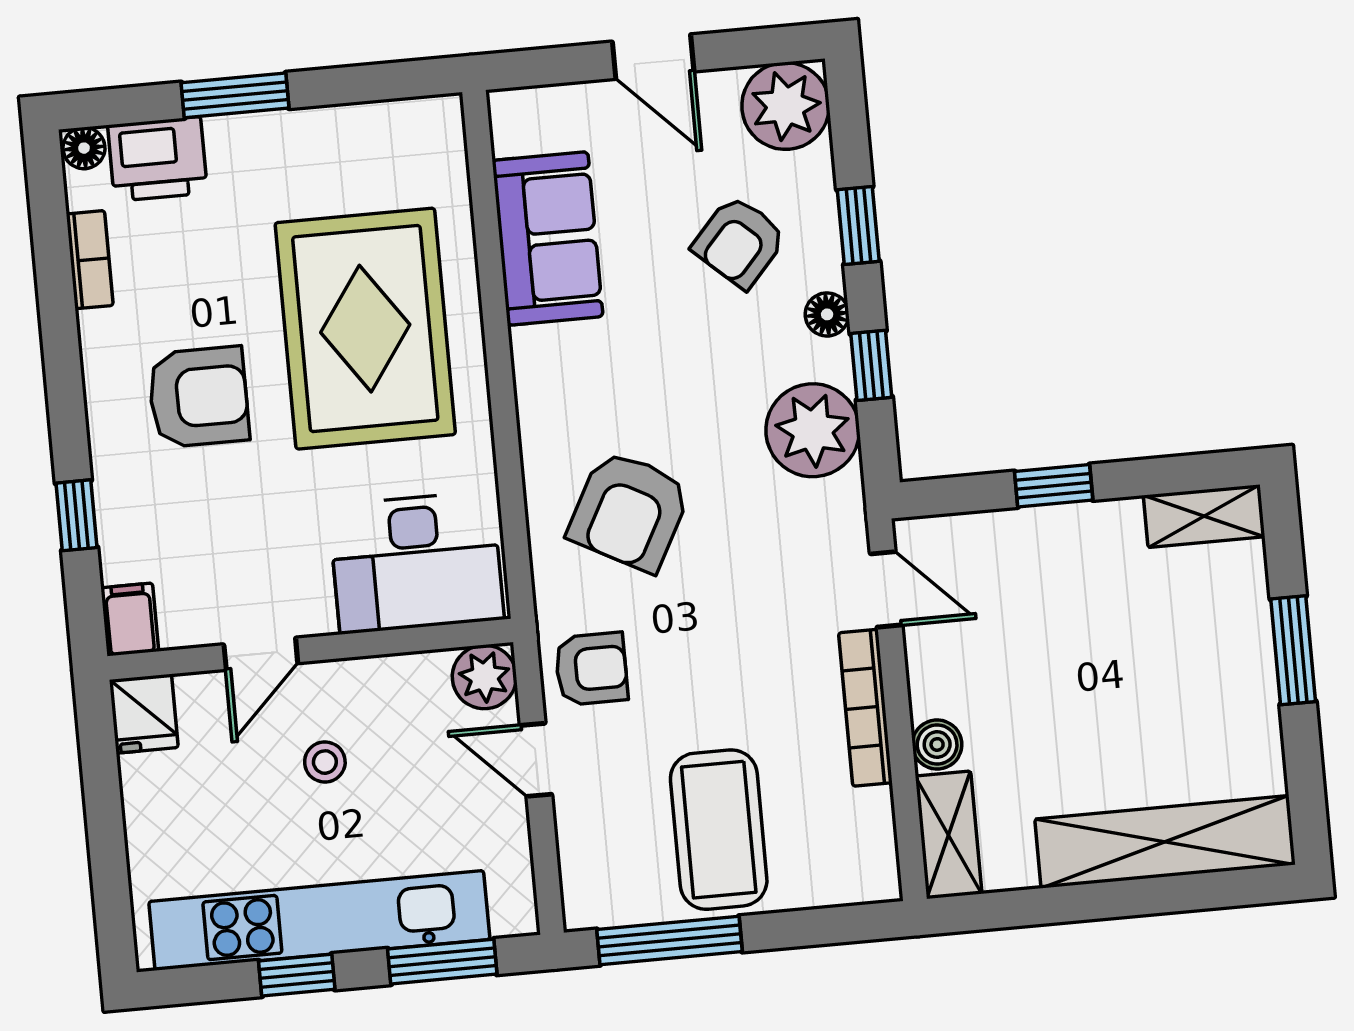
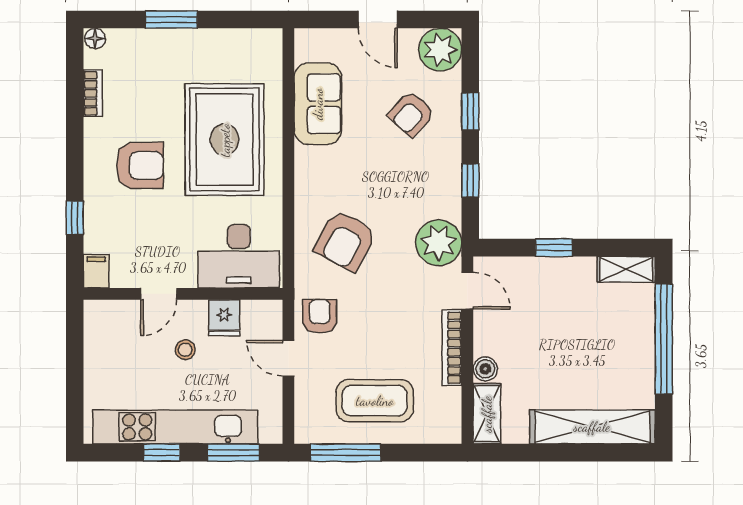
printer: (158, 159) -> (131, 47), removed
floor lamp: (827, 314) -> (451, 154), removed
plant: (813, 430) -> (439, 243), moved
window: (1293, 650) -> (664, 339), width x2.11
armchair: (591, 669) -> (320, 316), turned -90
plant: (484, 677) -> (267, 315), removed
fridge: (144, 714) -> (224, 318), moved
coffee table: (719, 830) -> (375, 401), turned 90

